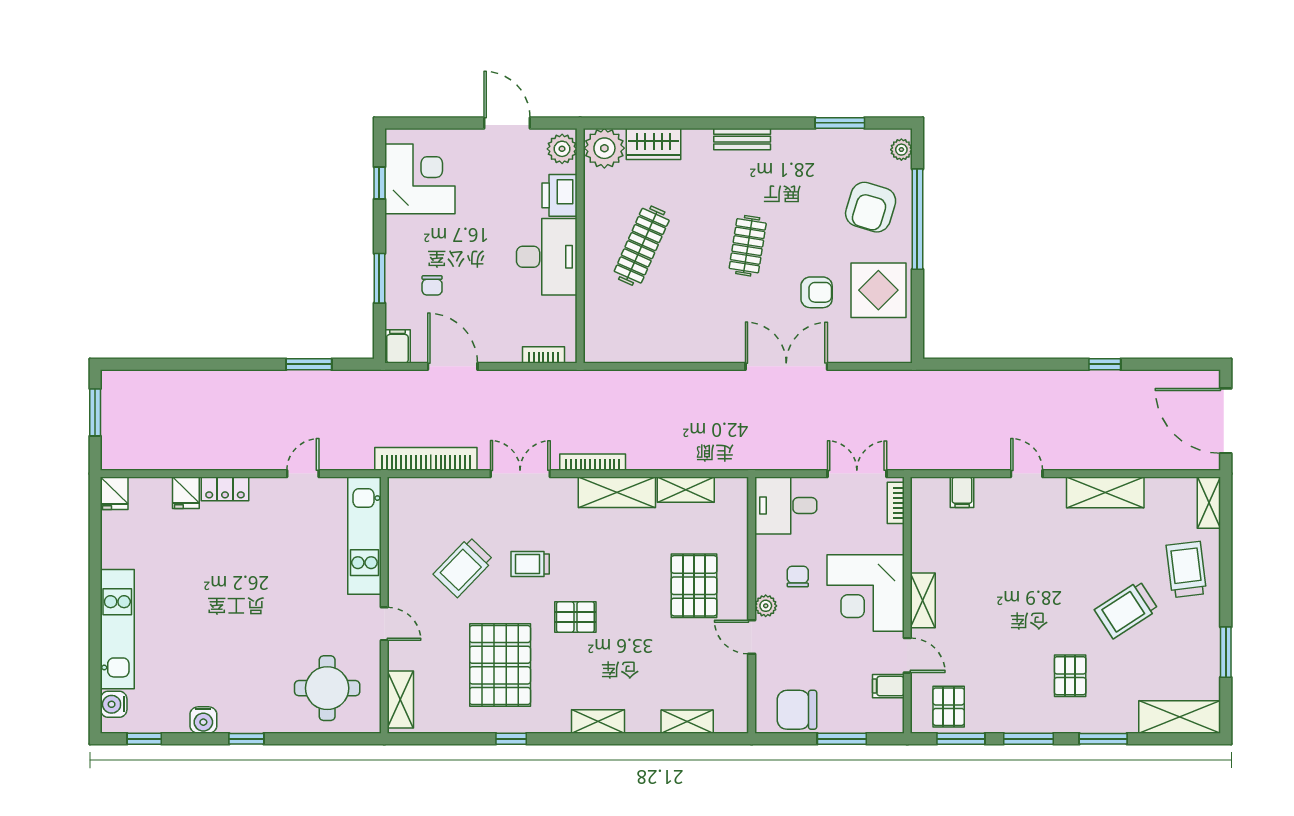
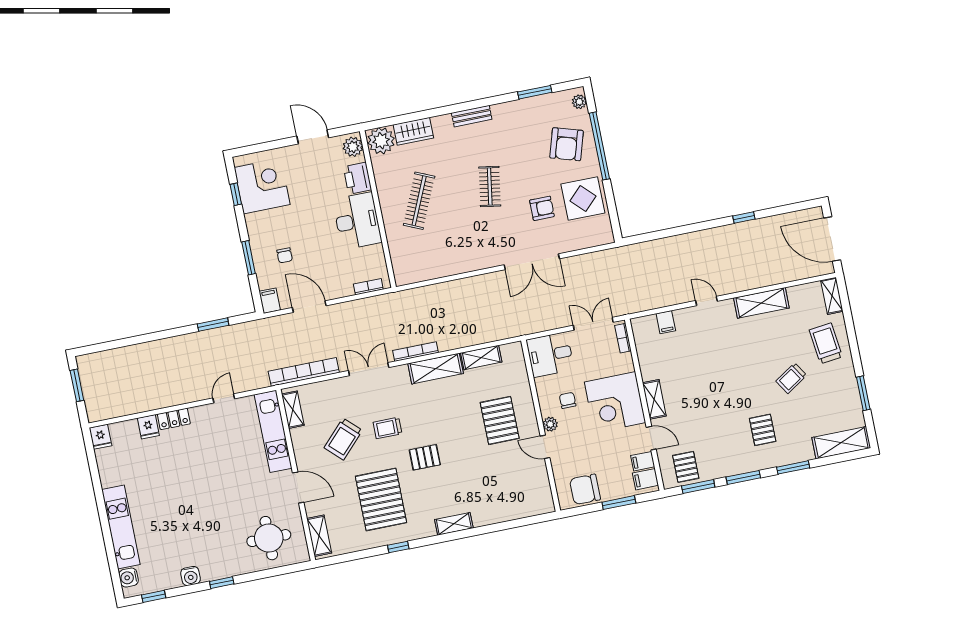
double door: (786, 366) -> (532, 262), swing flipped
trolley: (1126, 610) -> (791, 378), width x0.73, depth x0.72
door: (384, 624) -> (298, 488), width x1.38
filing cabinet: (887, 713) -> (645, 479), added
shelving: (687, 722) -> (293, 410), moved, turned 90

